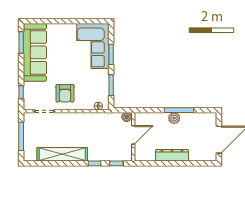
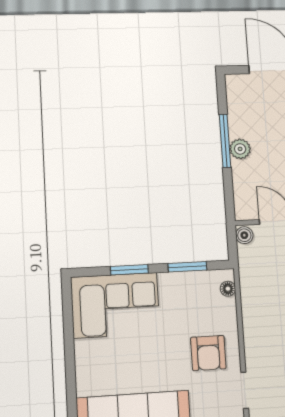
armchair: (65, 93) -> (208, 353), turned 90

